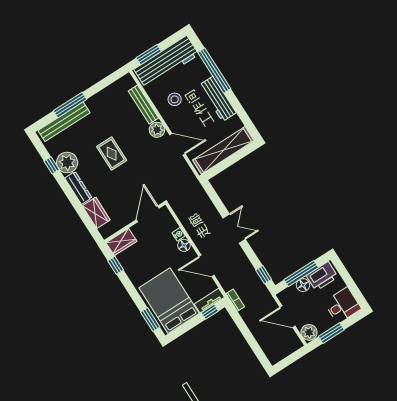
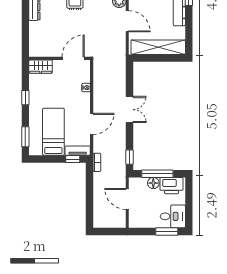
wardrobe: (96, 213) -> (36, 33), removed
floor lamp: (184, 245) -> (85, 98), removed
window: (116, 265) -> (25, 98), moved
door: (206, 266) -> (92, 124), swing flipped
bed: (169, 301) -> (53, 132), width x0.67
plant: (309, 332) -> (136, 221), removed
window: (331, 333) -> (167, 231), moved

